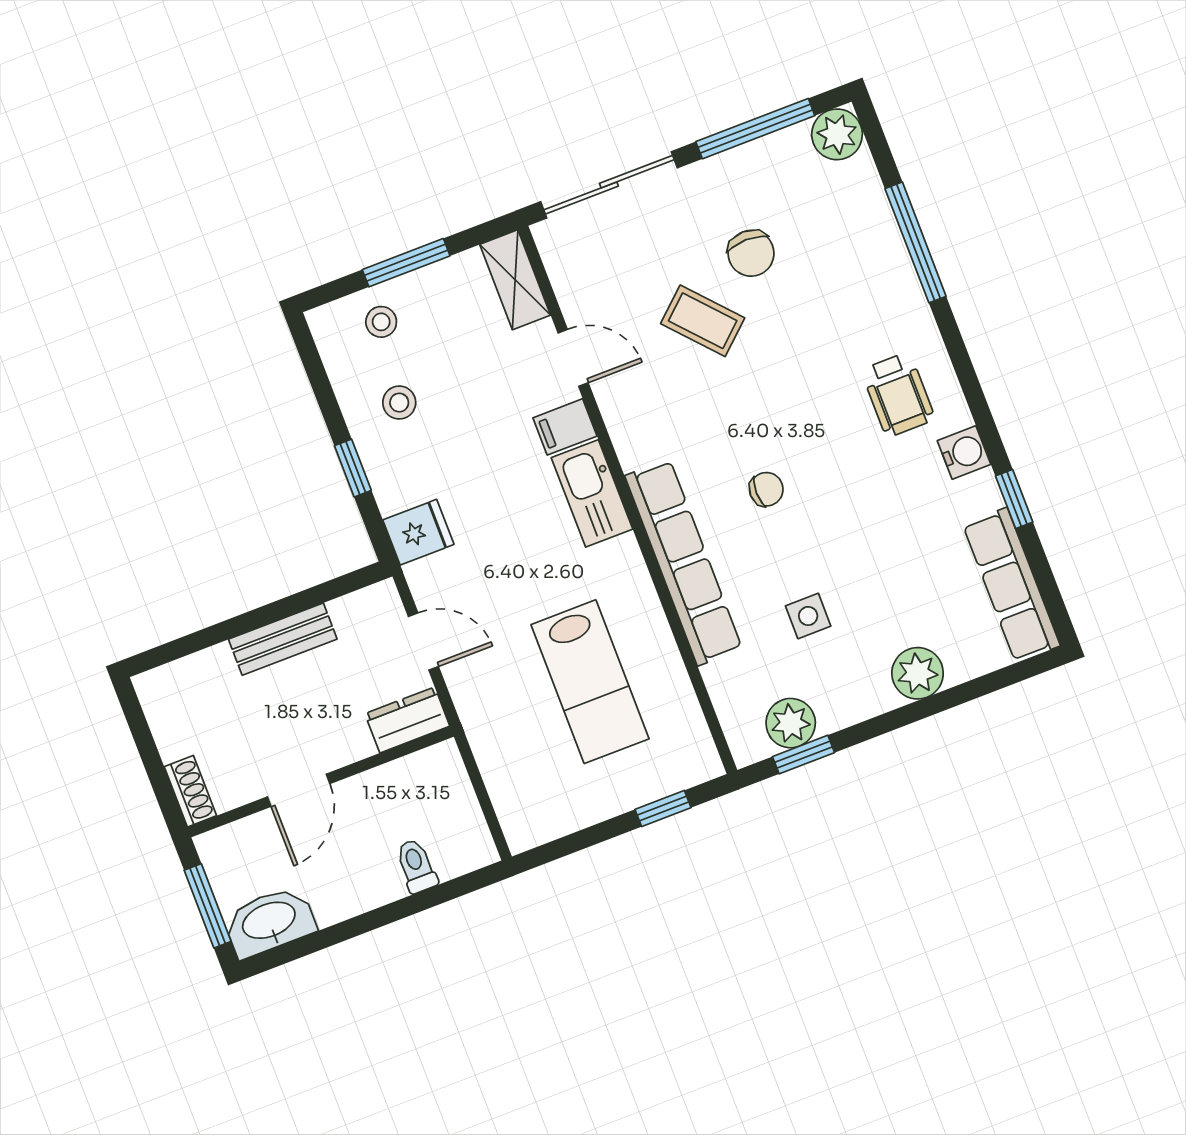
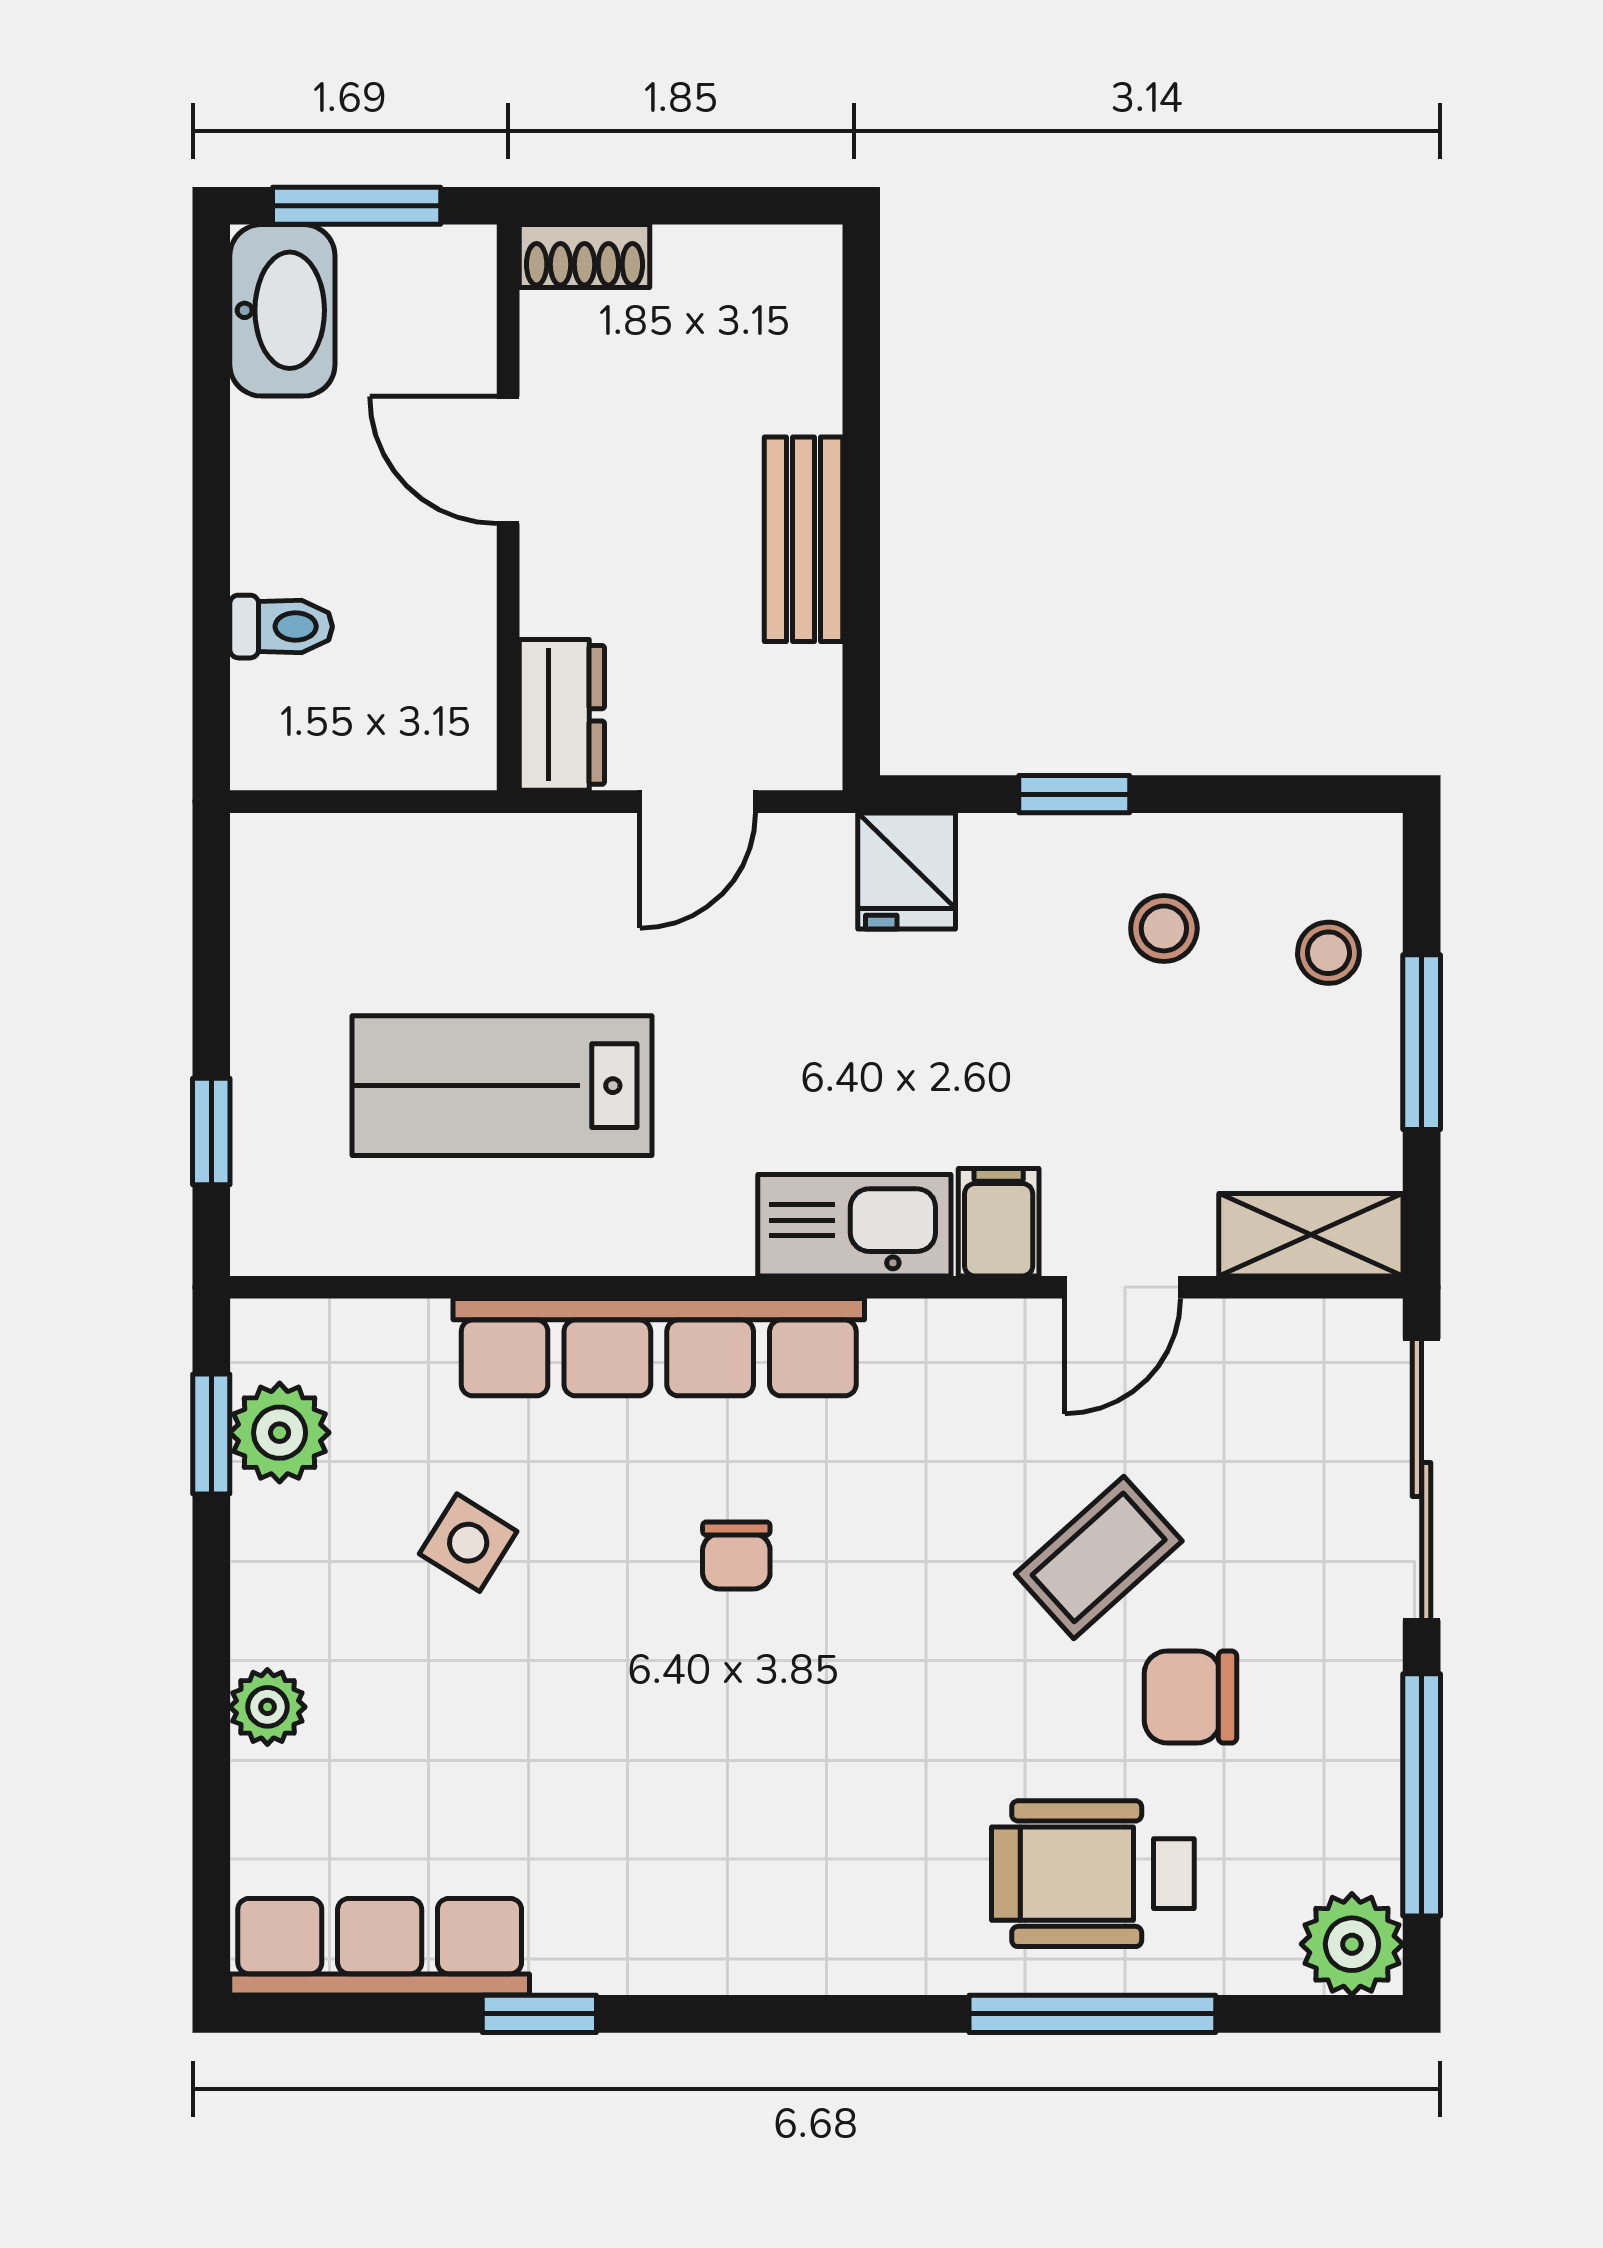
wheelchair: (898, 395) -> (1093, 1874), moved, width x1.36, depth x1.37
water cooler: (964, 452) -> (663, 1953), removed
side table: (808, 616) -> (468, 1543), turned 32
plant: (918, 673) -> (267, 1707), width x0.73, depth x0.73

